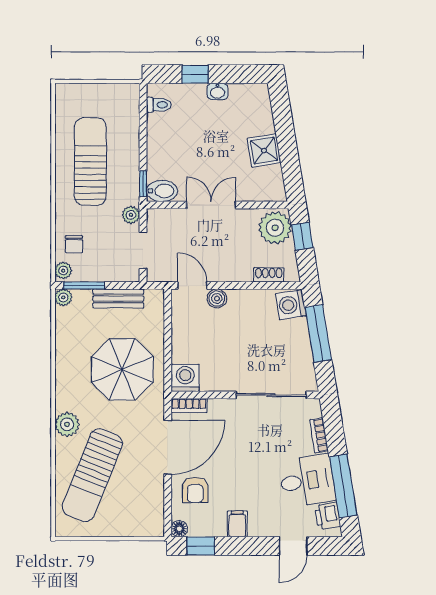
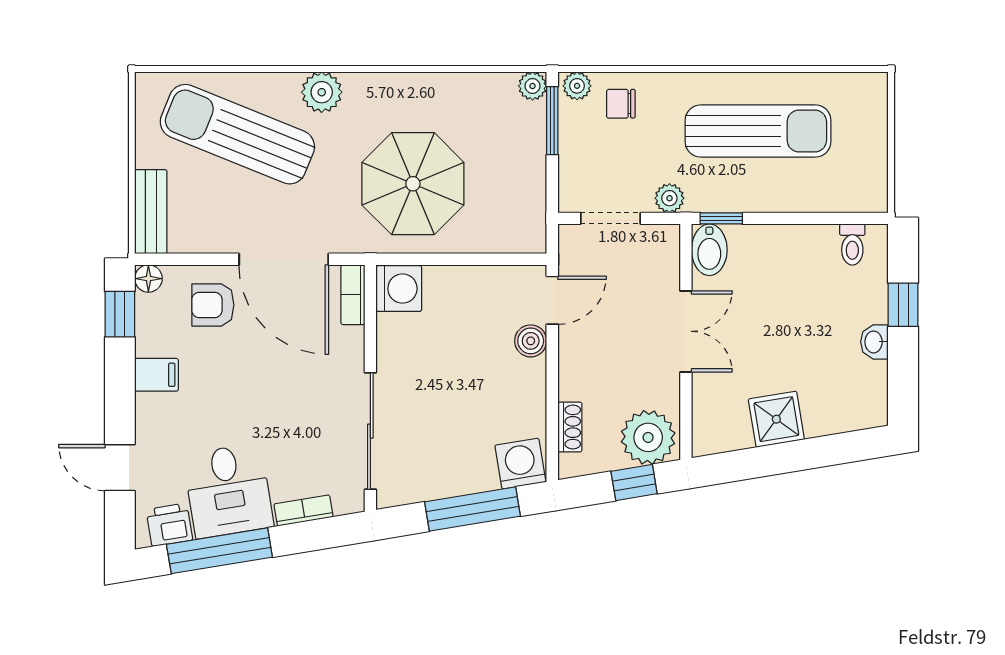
bench: (118, 298) -> (151, 212), moved

